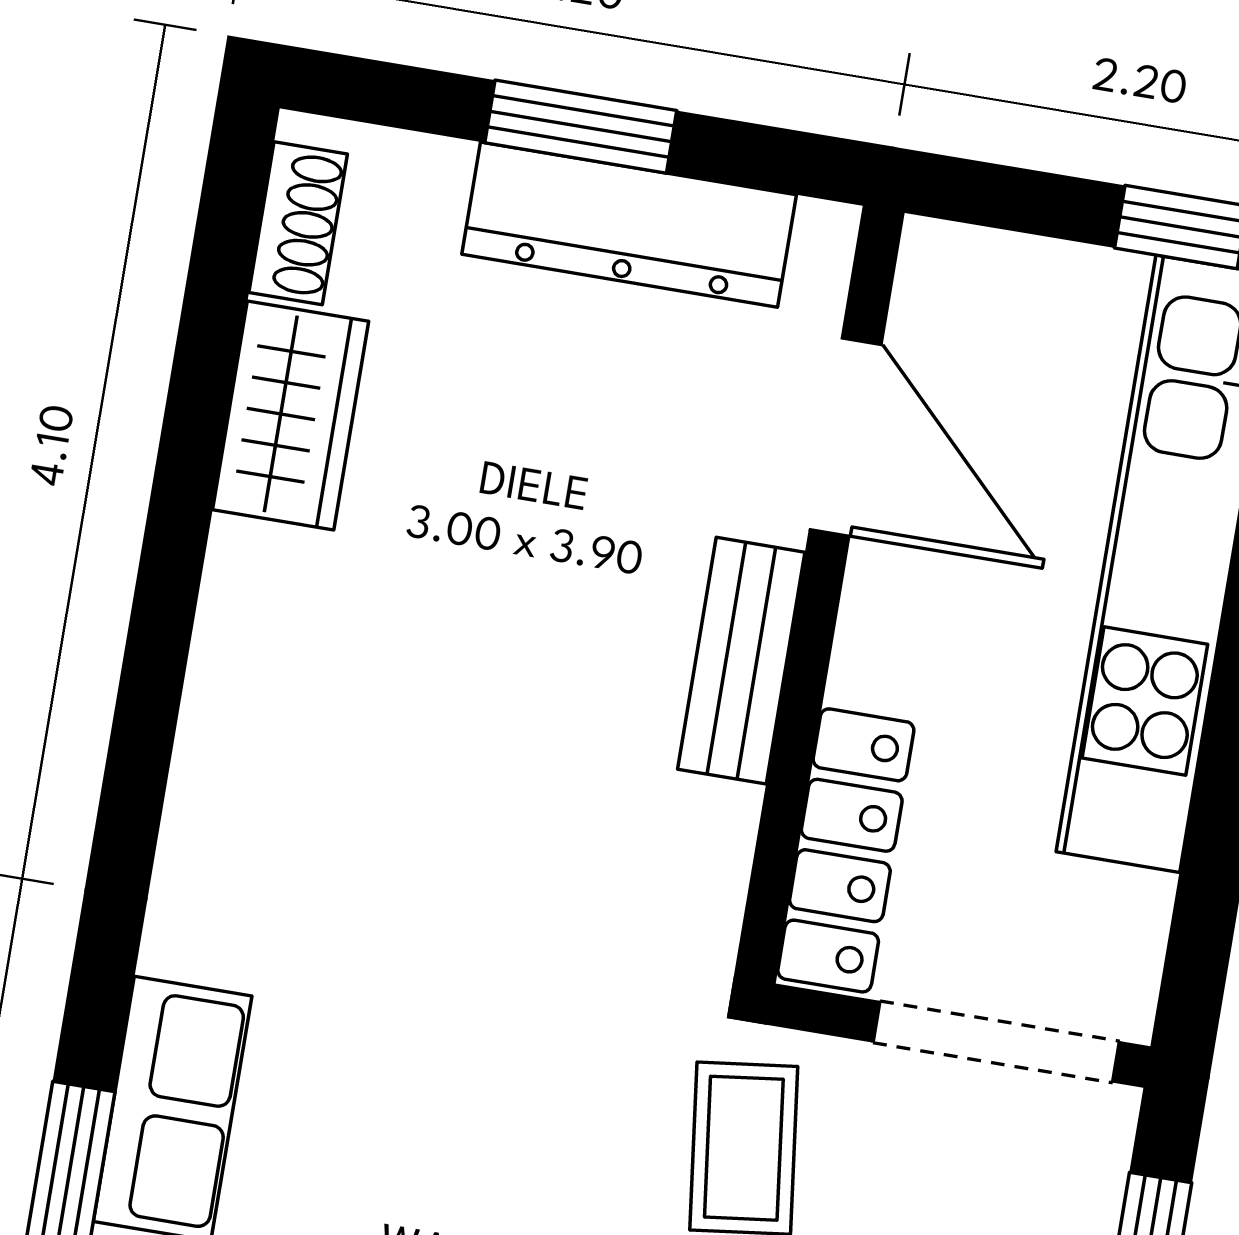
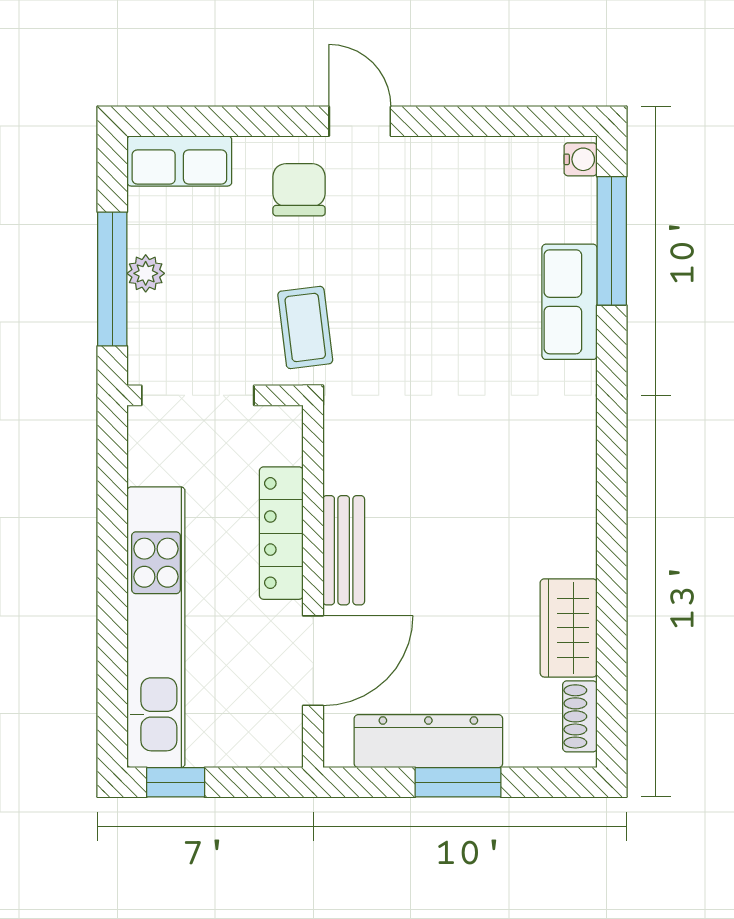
door: (846, 437) -> (313, 661), swing flipped
locker: (846, 850) -> (281, 533), moved

